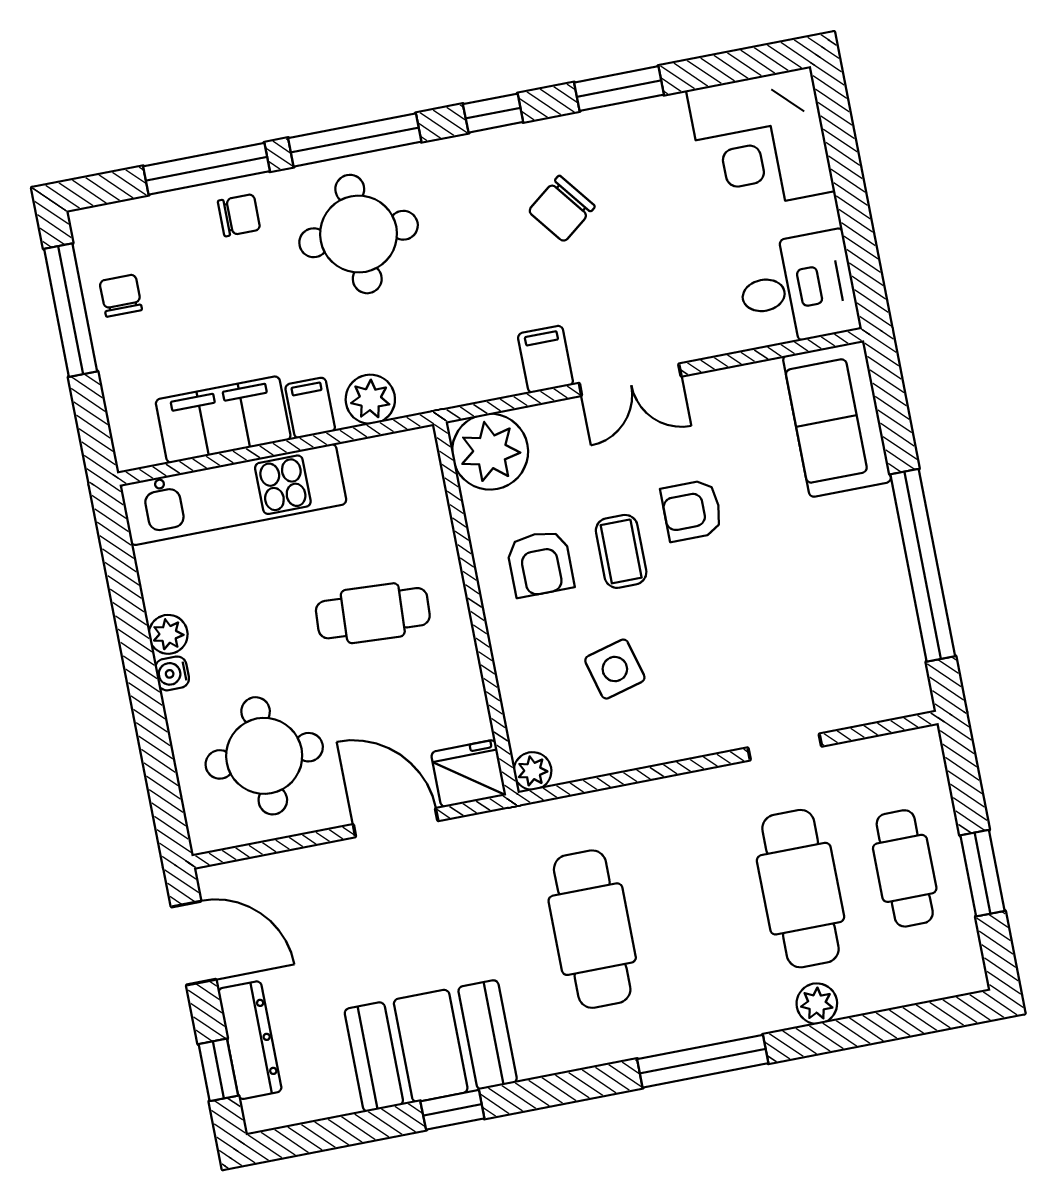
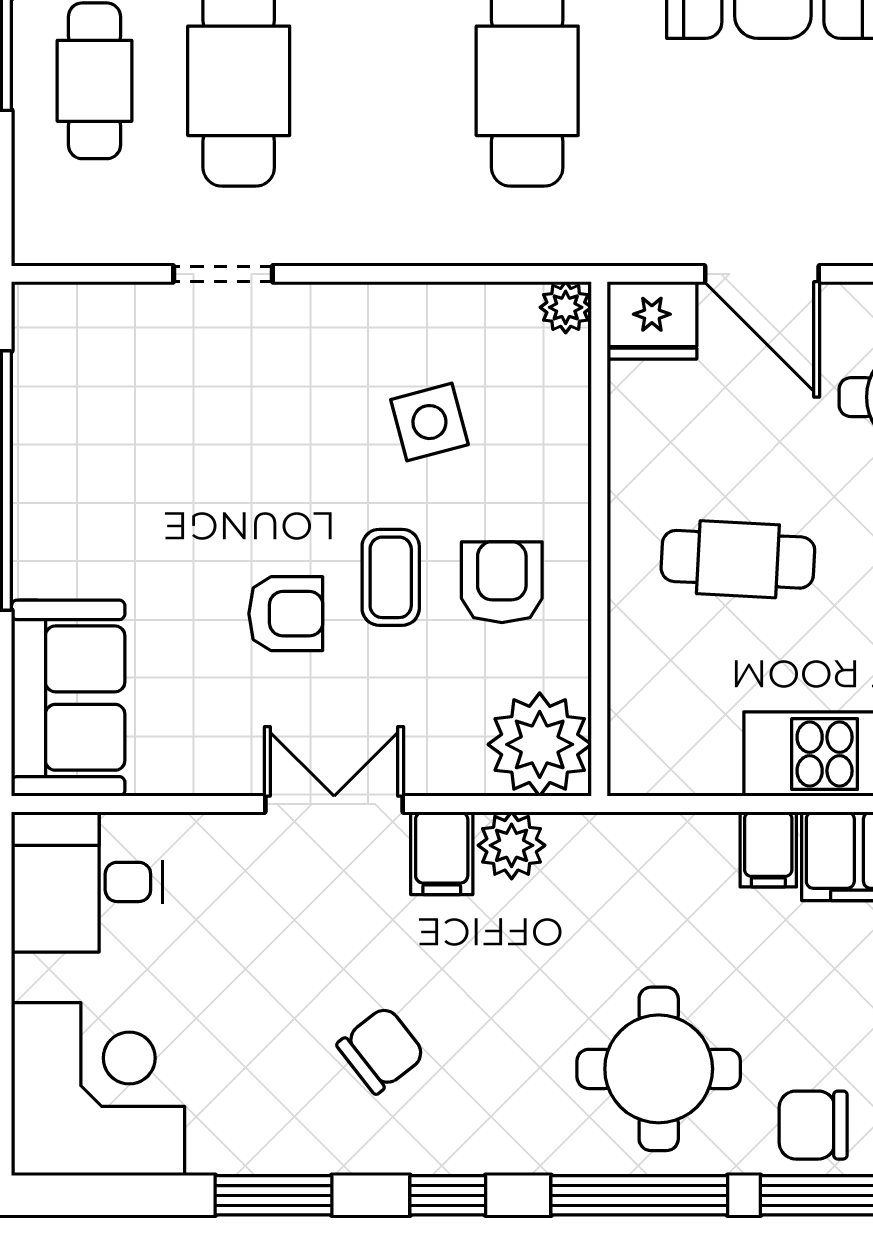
chair: (239, 215) -> (813, 1125), width x1.37, depth x1.37
plant: (370, 399) -> (512, 845), moved

